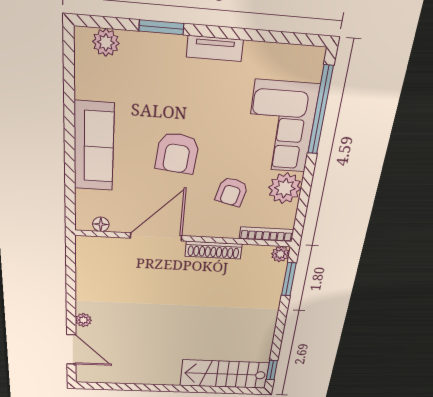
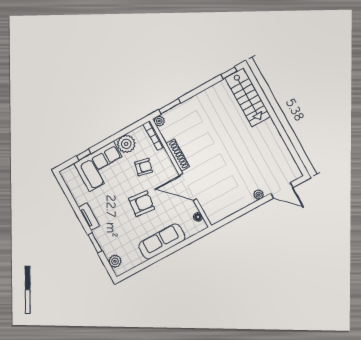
window: (320, 110) -> (84, 155), width x0.32
door: (71, 349) -> (282, 190), swing flipped

